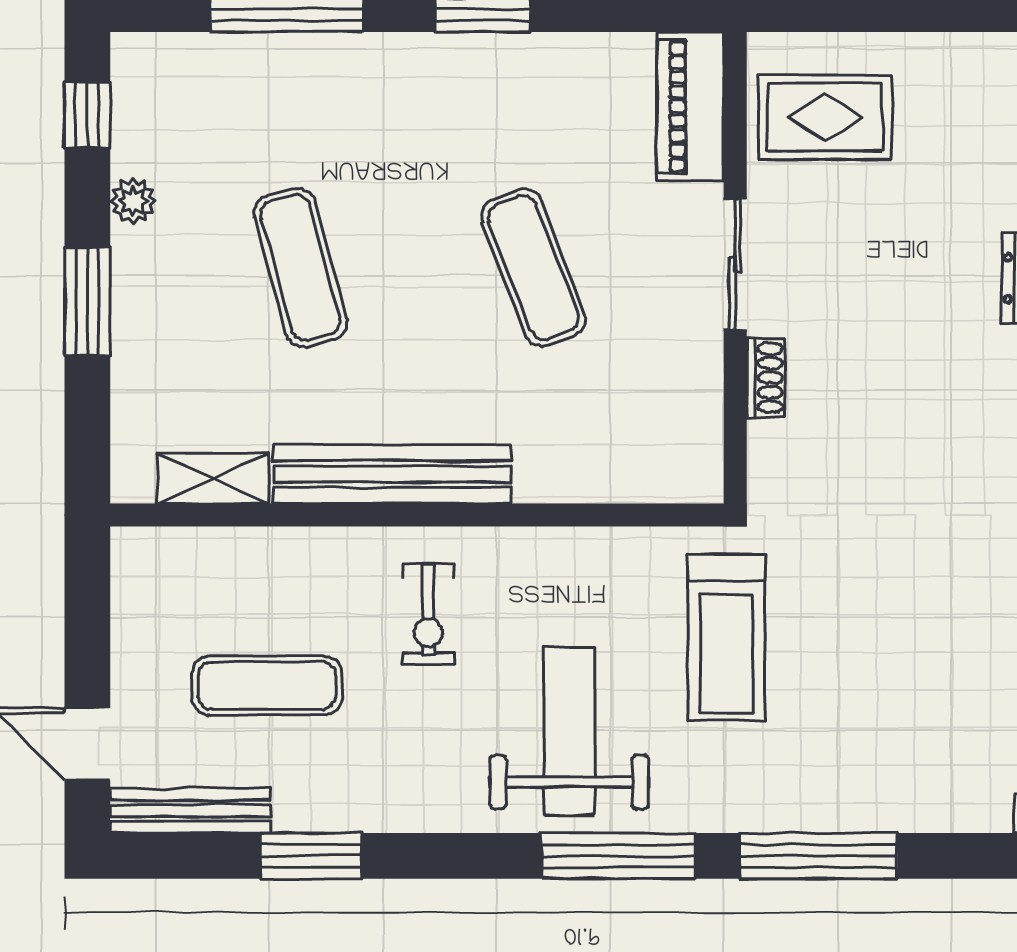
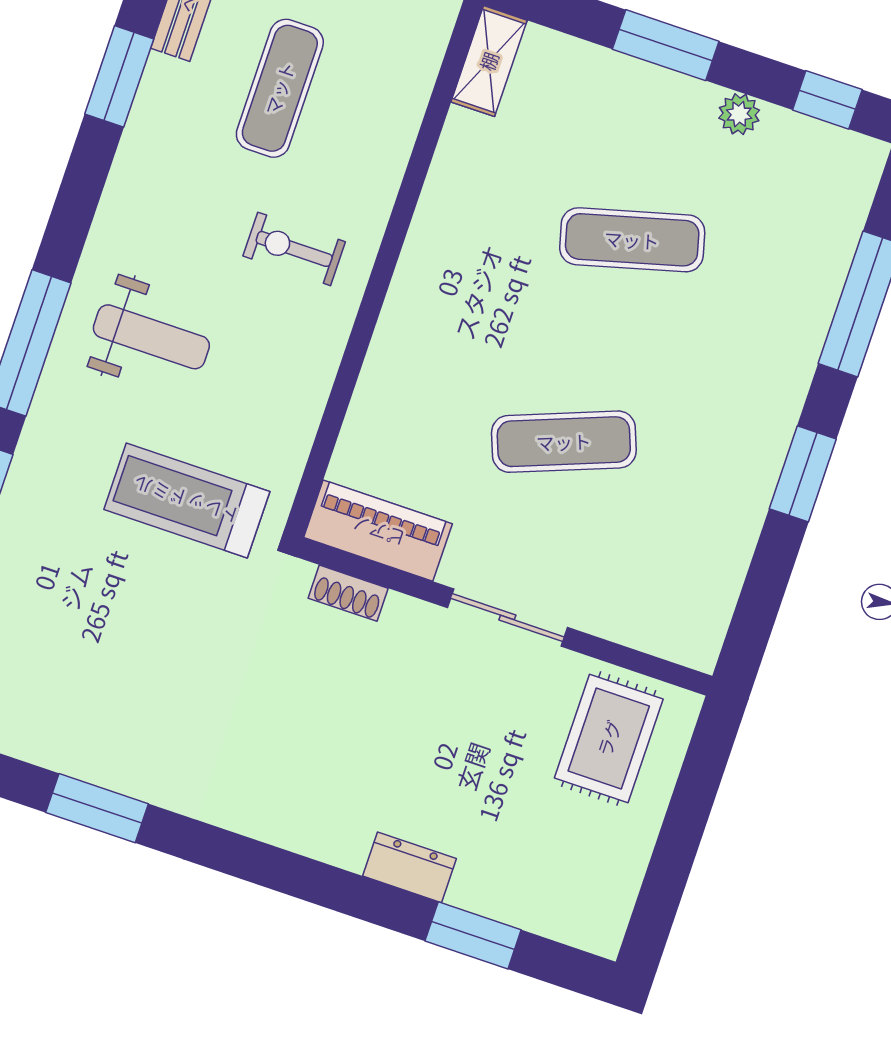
piano: (690, 106) -> (378, 531), moved
shoe rack: (766, 378) -> (348, 593), moved
bench: (392, 474) -> (426, 259), removed
shelving: (213, 478) -> (489, 61), moved
weight bench: (569, 731) -> (151, 337), width x0.73, depth x0.75

